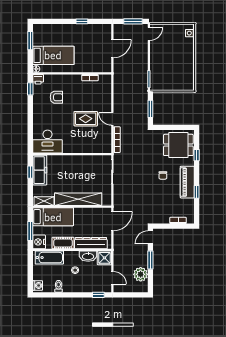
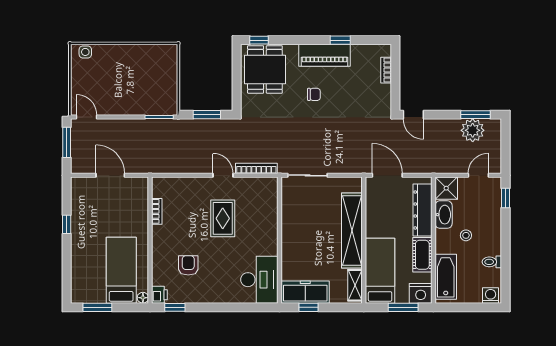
door: (112, 119) -> (223, 175), swing flipped
window: (197, 155) -> (259, 40), moved
window: (150, 260) -> (475, 115), moved

